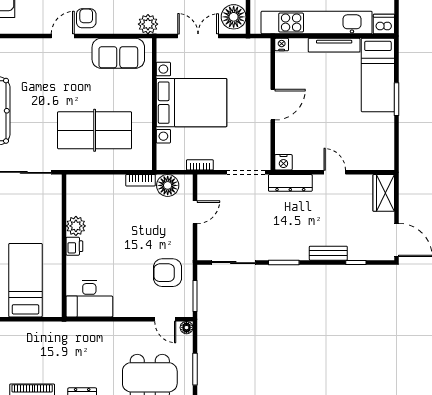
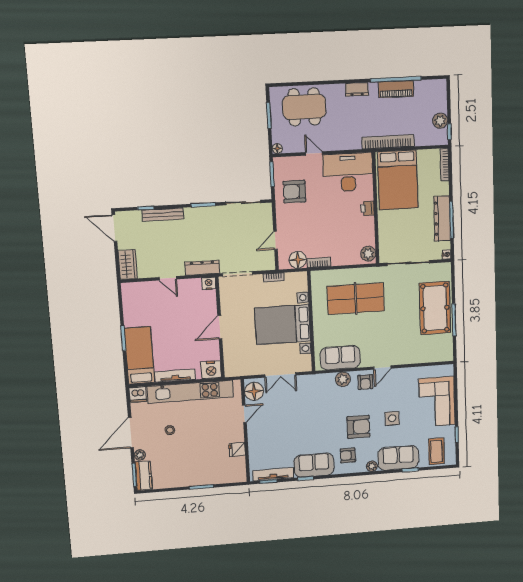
plant: (148, 24) -> (343, 379), moved
nightstand: (282, 45) -> (211, 370), width x1.89, depth x1.79
plant: (76, 226) -> (368, 254), moved
bench: (328, 253) -> (163, 215), width x1.36
armchair: (168, 273) -> (294, 192), turned 180
bed: (25, 280) -> (398, 180), width x1.50
desk: (89, 299) -> (348, 172), width x1.36, depth x1.30
door: (165, 319) -> (314, 153), moved
bookcase: (45, 329) -> (388, 142), added

